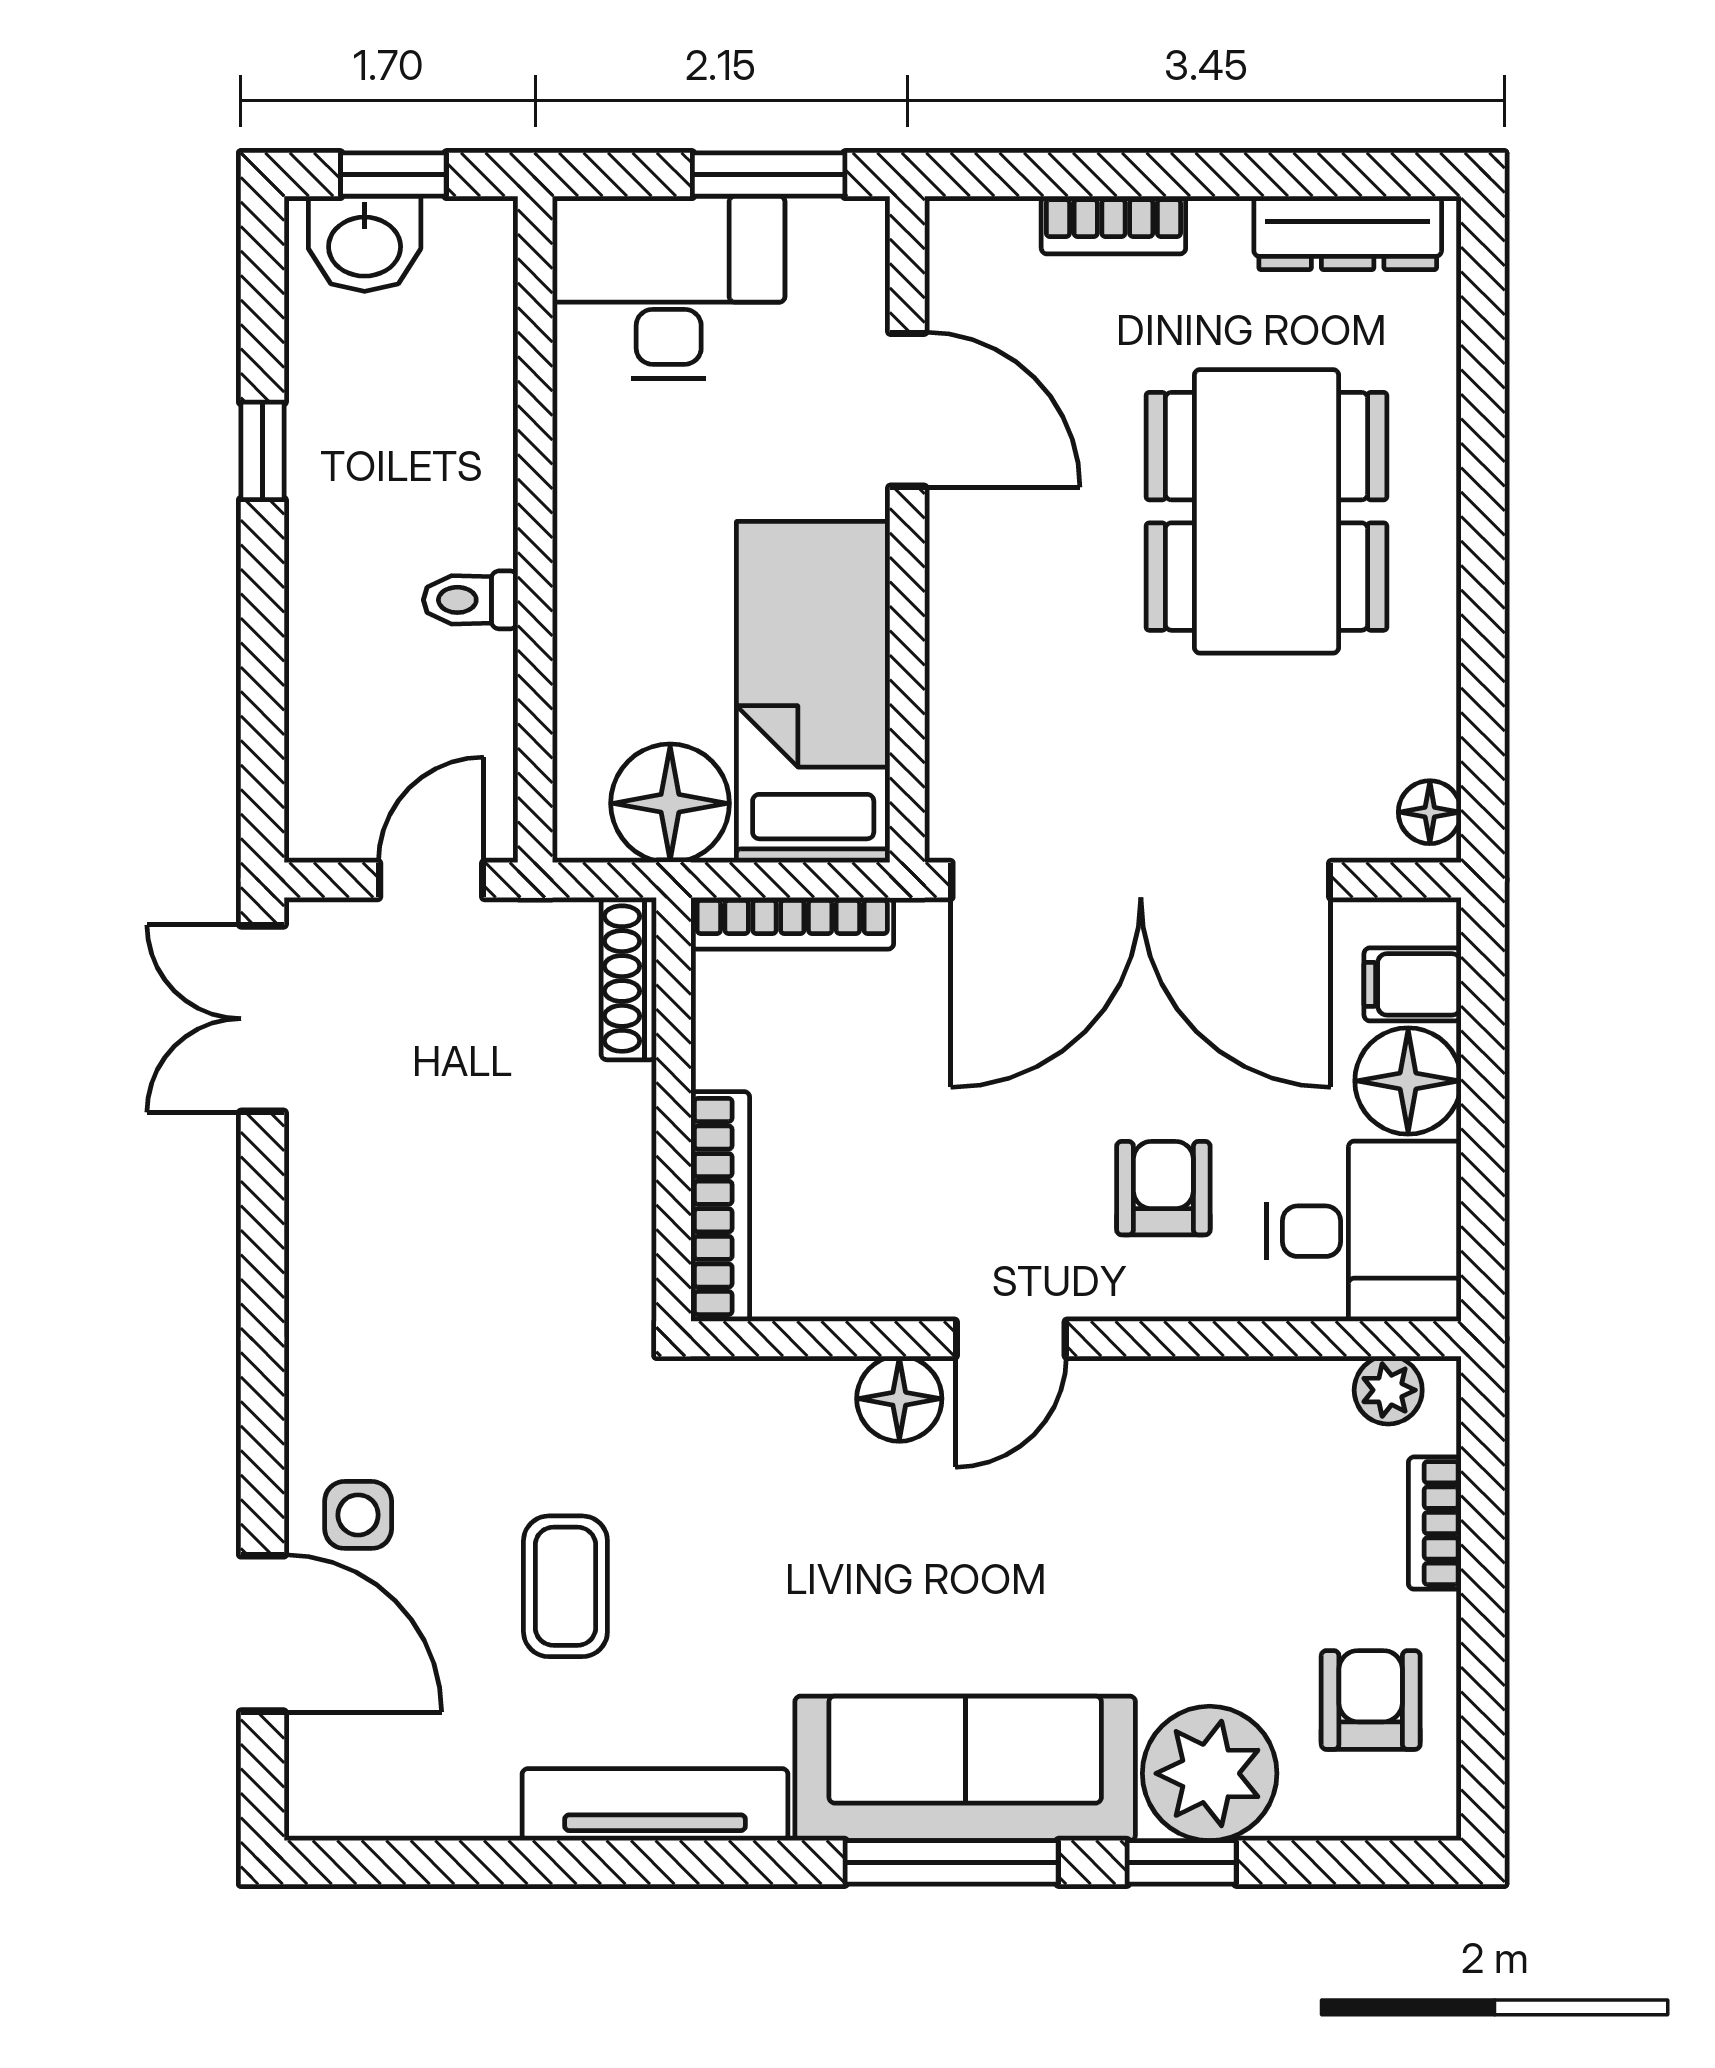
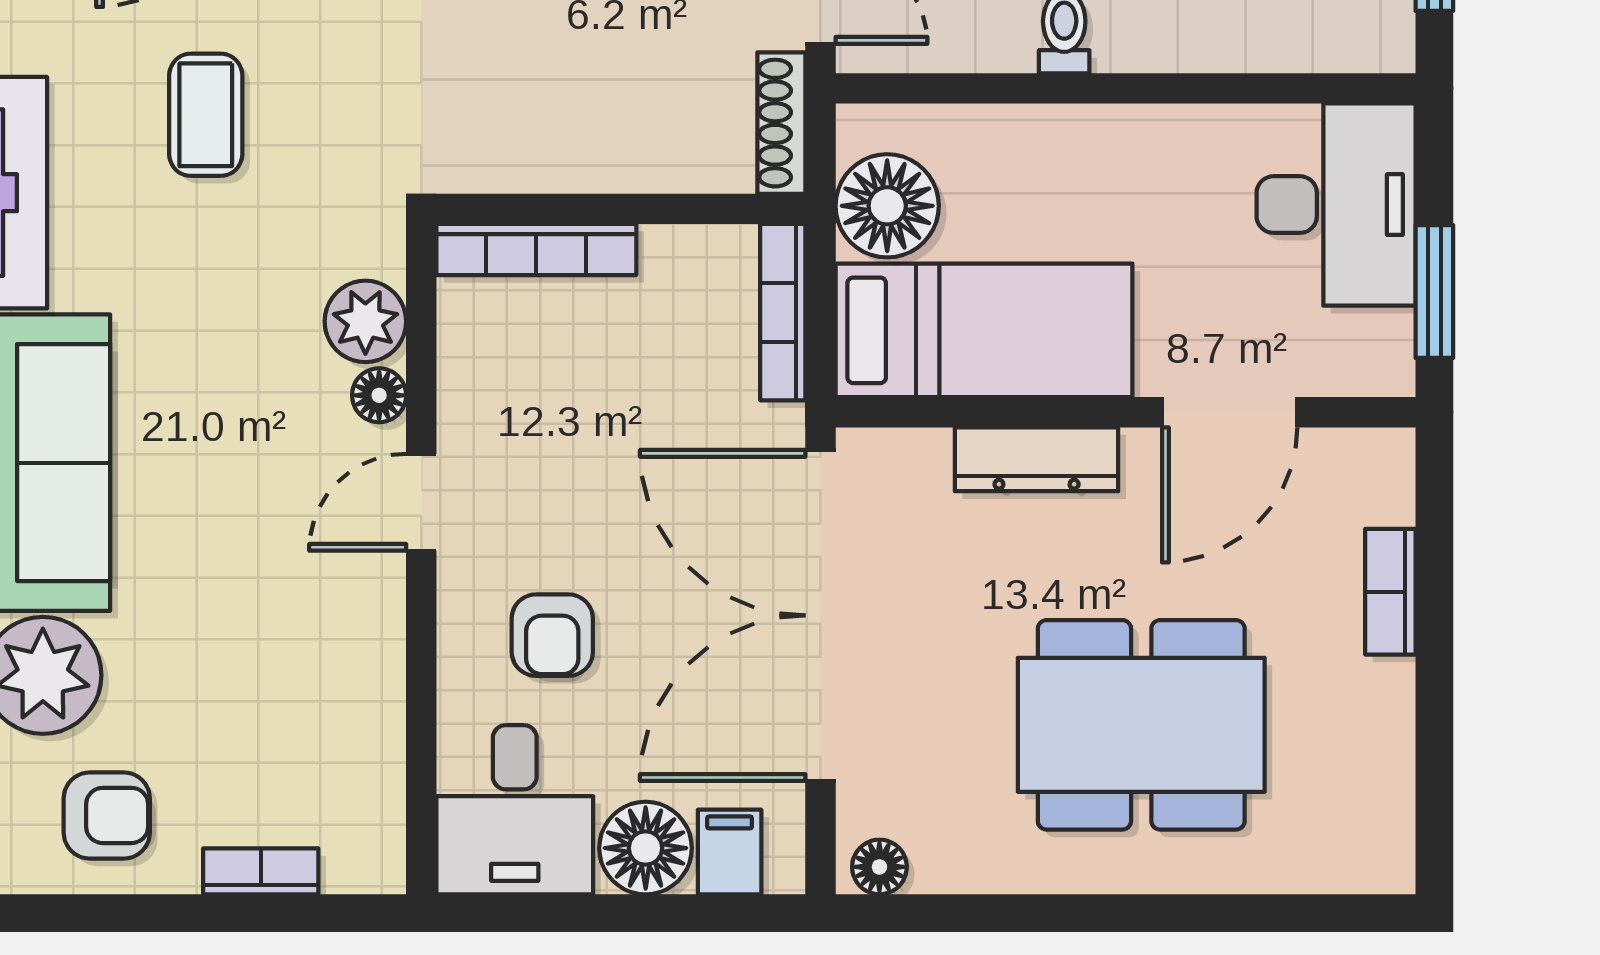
dresser: (1348, 233) -> (1037, 459), moved, turned -90
shoe rack: (629, 979) -> (781, 123), moved, turned -90
armchair: (1163, 1188) -> (552, 635), turned 90
door: (1011, 1339) -> (421, 502), hinge flipped
plant: (1388, 1390) -> (365, 321), moved, width x1.38, depth x1.38
floor lamp: (899, 1399) -> (379, 395), width x0.73, depth x0.73
coffee table: (565, 1586) -> (206, 115), turned 90

